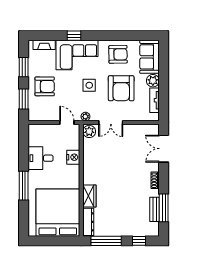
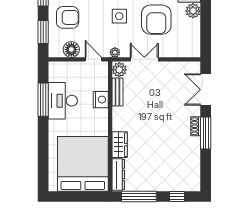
tv unit: (154, 100) -> (195, 33), removed
floor lamp: (48, 114) -> (71, 49), added
double door: (111, 123) -> (144, 59), swing flipped
desk: (41, 158) -> (63, 101), width x1.37
window: (24, 186) -> (43, 100), moved
window: (164, 208) -> (206, 133), moved
bench: (155, 209) -> (117, 92), moved

